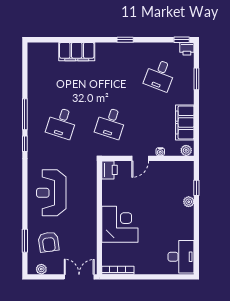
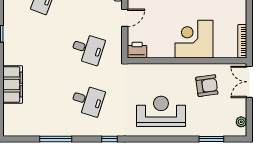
window: (25, 114) -> (56, 139), moved
door: (140, 158) -> (125, 18), hinge flipped
reception desk: (51, 193) -> (161, 111), turned 180
armchair: (49, 242) -> (207, 86), moved

